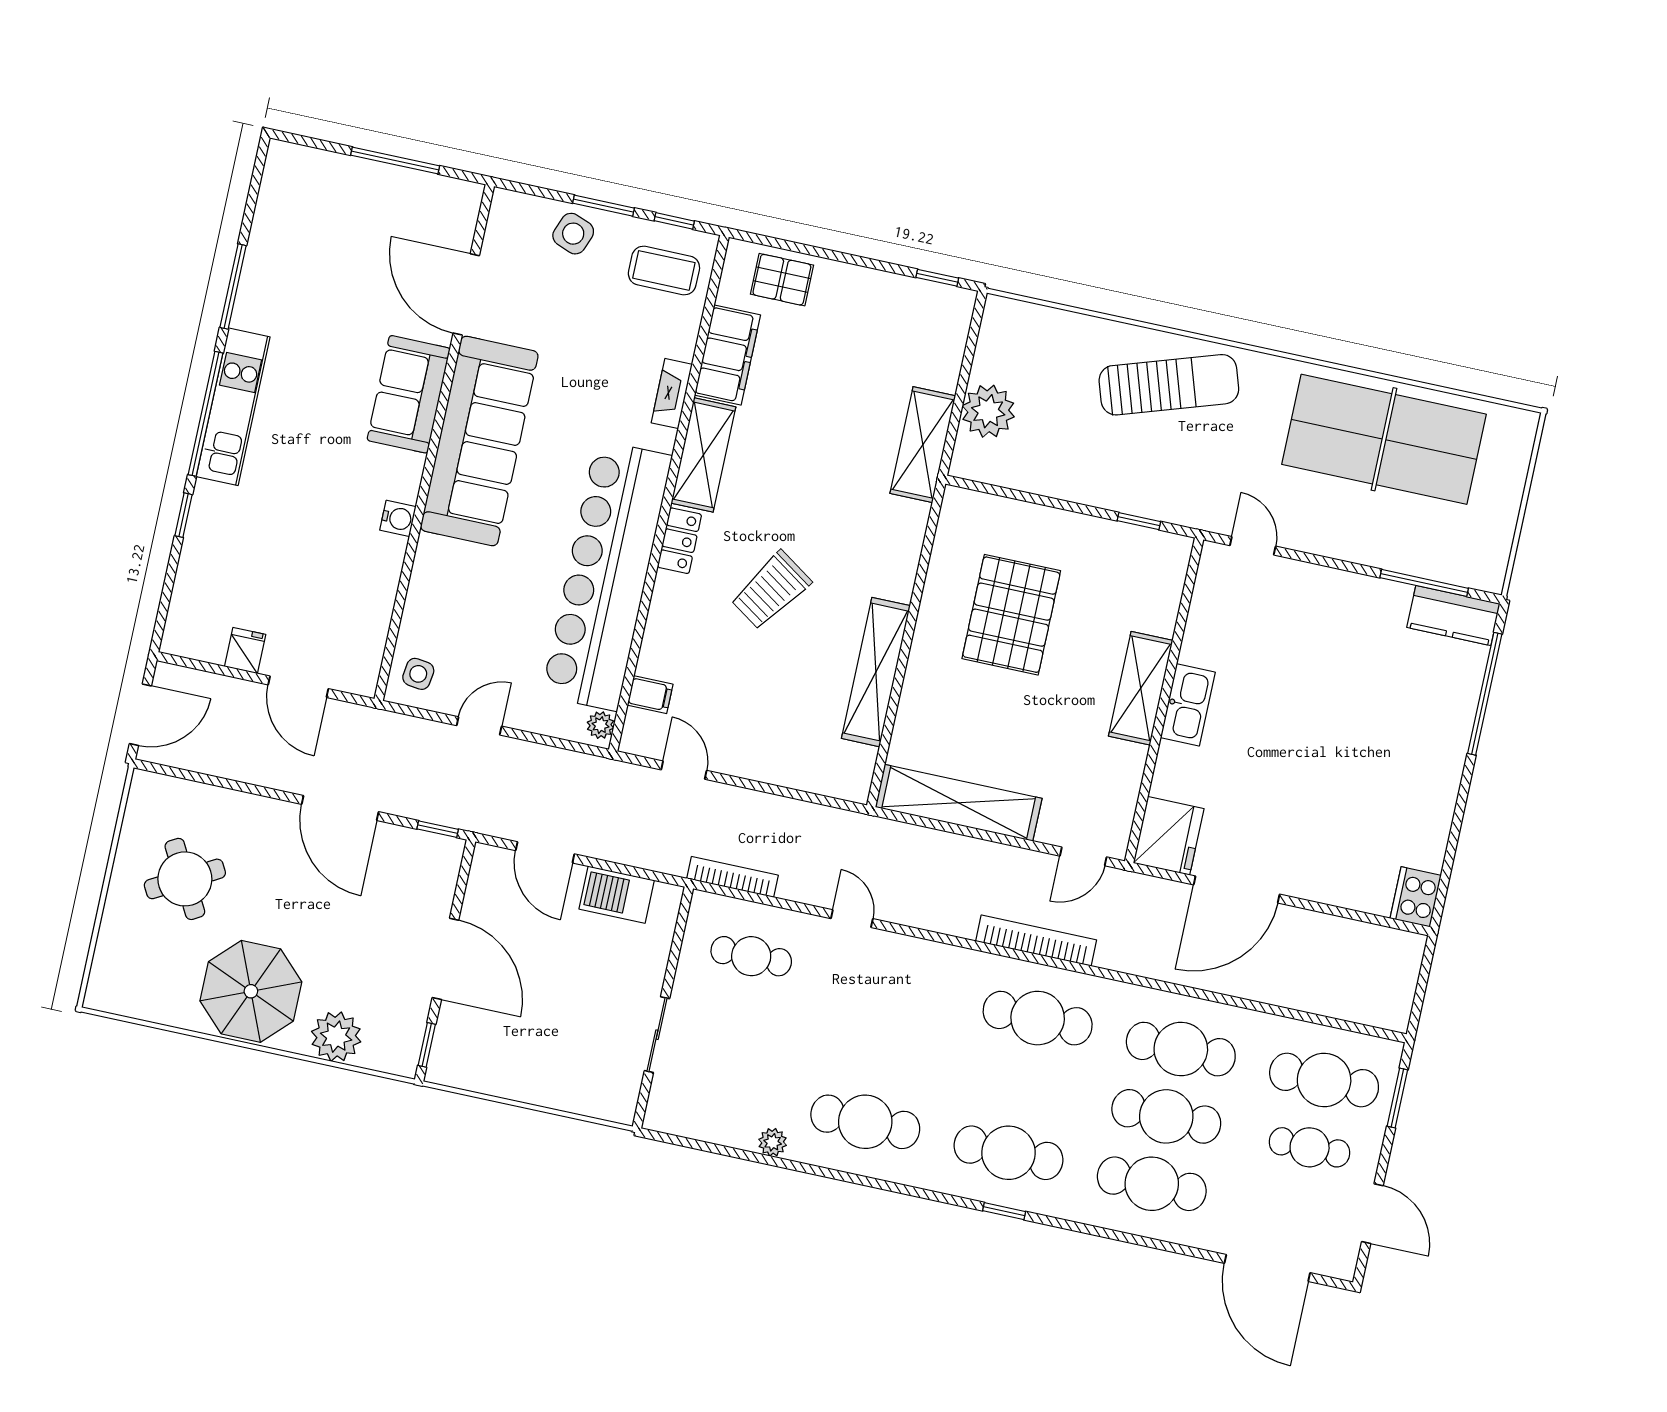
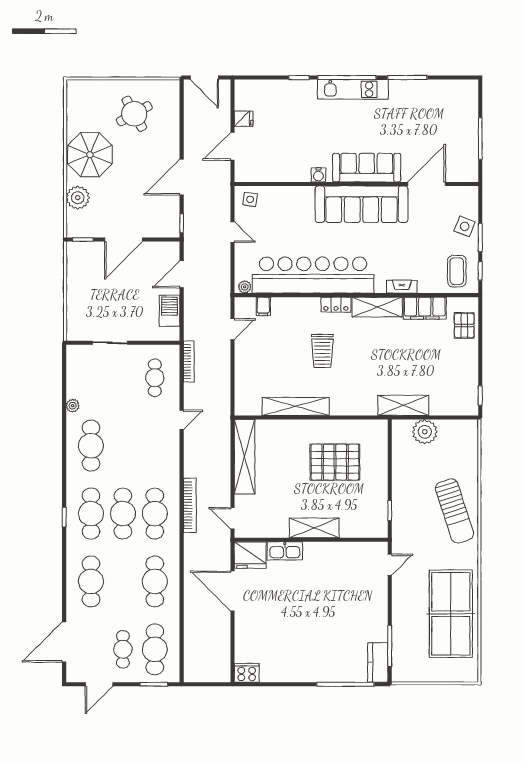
sofa: (409, 394) -> (367, 168), width x1.36
trolley: (771, 590) -> (322, 351), turned -124
kitchen sink: (1188, 705) -> (285, 551), moved
cafe table: (1166, 1116) -> (123, 514), moved

